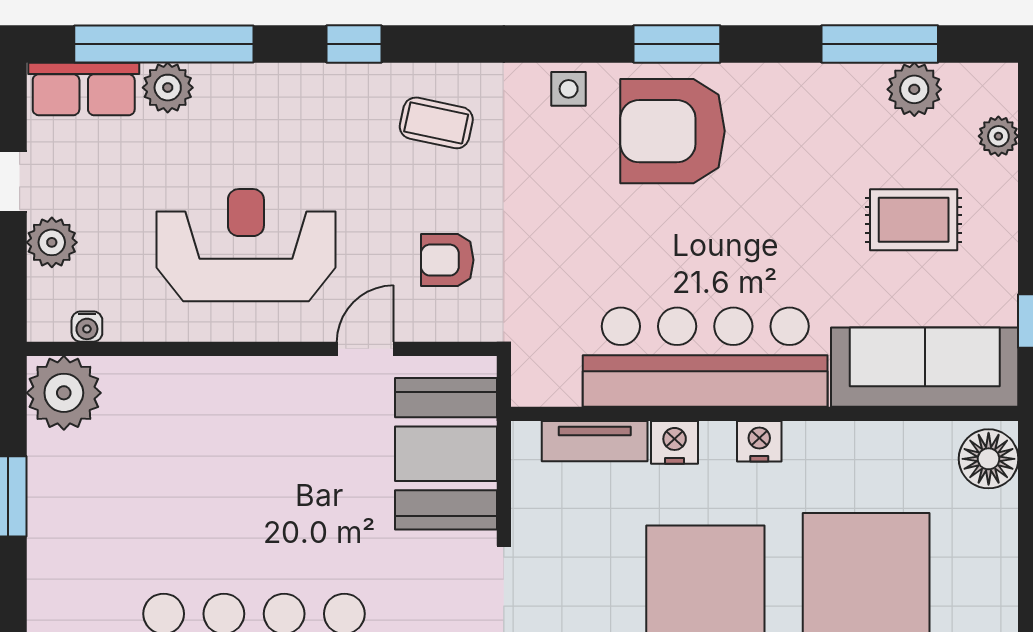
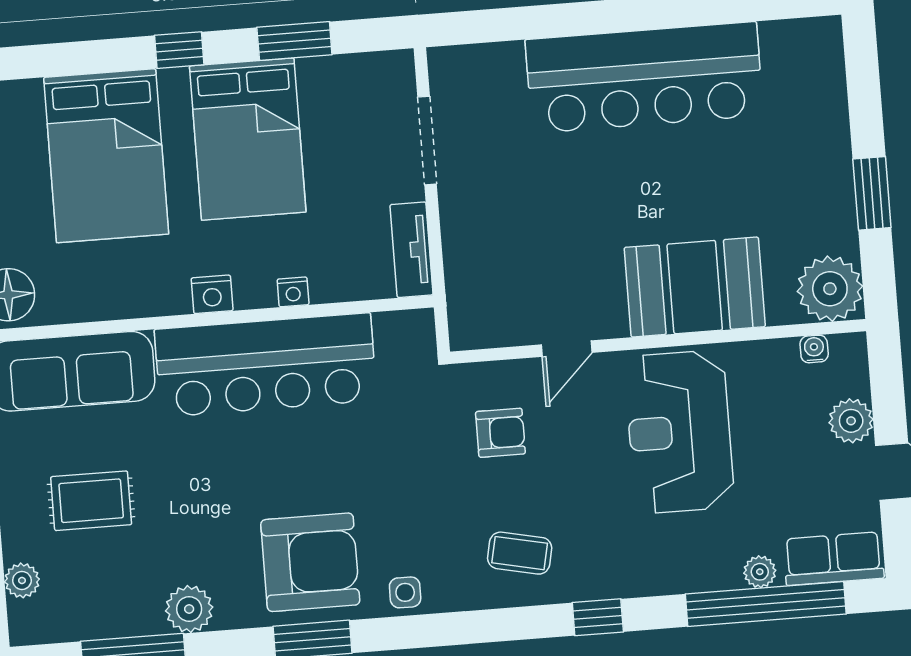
plant: (168, 88) -> (760, 572), width x0.73, depth x0.73
plant: (914, 89) -> (189, 609), moved
reception desk: (246, 245) -> (679, 432), turned 90
tv unit: (595, 441) -> (412, 250), moved, turned -90
nightstand: (675, 442) -> (293, 292), width x0.72, depth x0.74
booth: (446, 454) -> (695, 287), moved, turned 90

